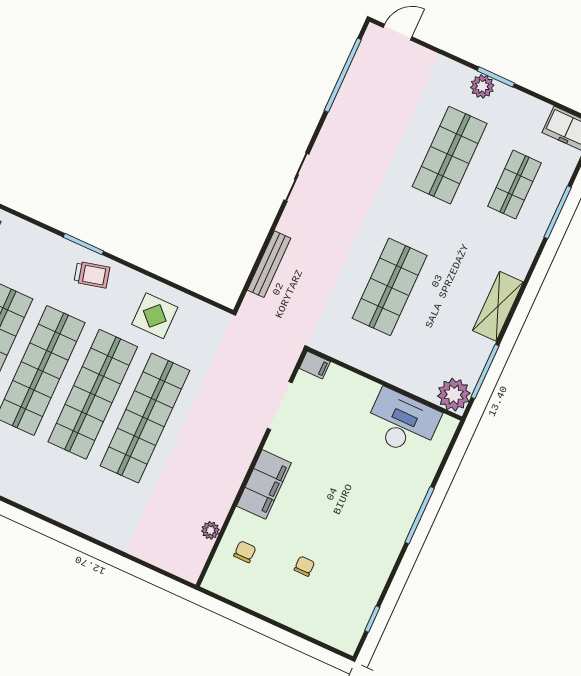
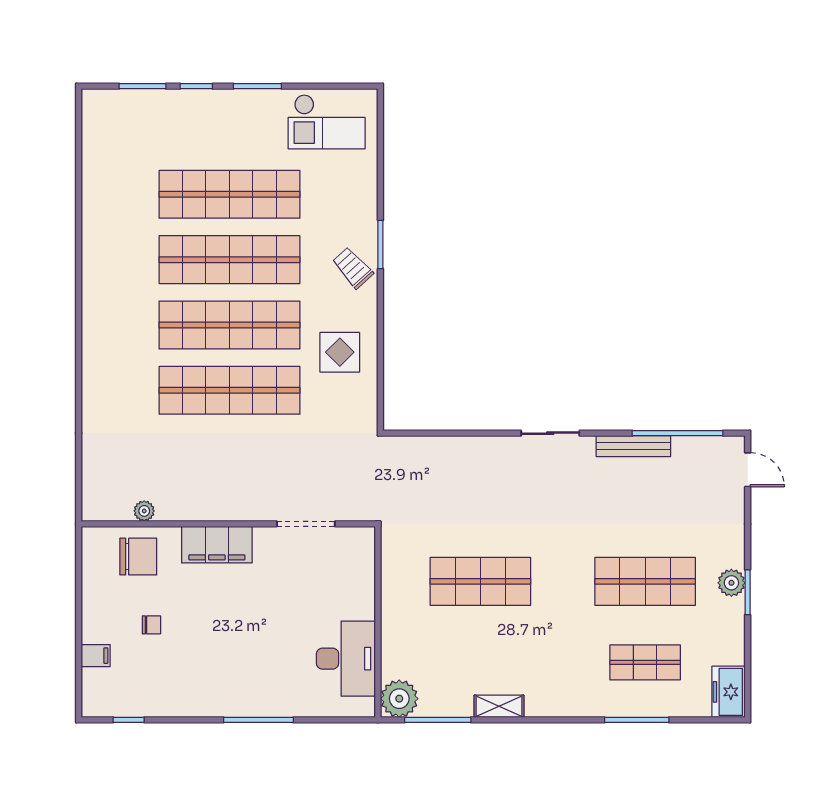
bench: (269, 264) -> (633, 446), moved
trolley: (92, 275) -> (353, 268), turned 152
shelving: (498, 306) -> (499, 706), width x0.67, depth x0.75
filing cabinet: (315, 365) -> (96, 656), moved, turned -90
chair: (245, 552) -> (138, 557), width x1.87, depth x1.87

